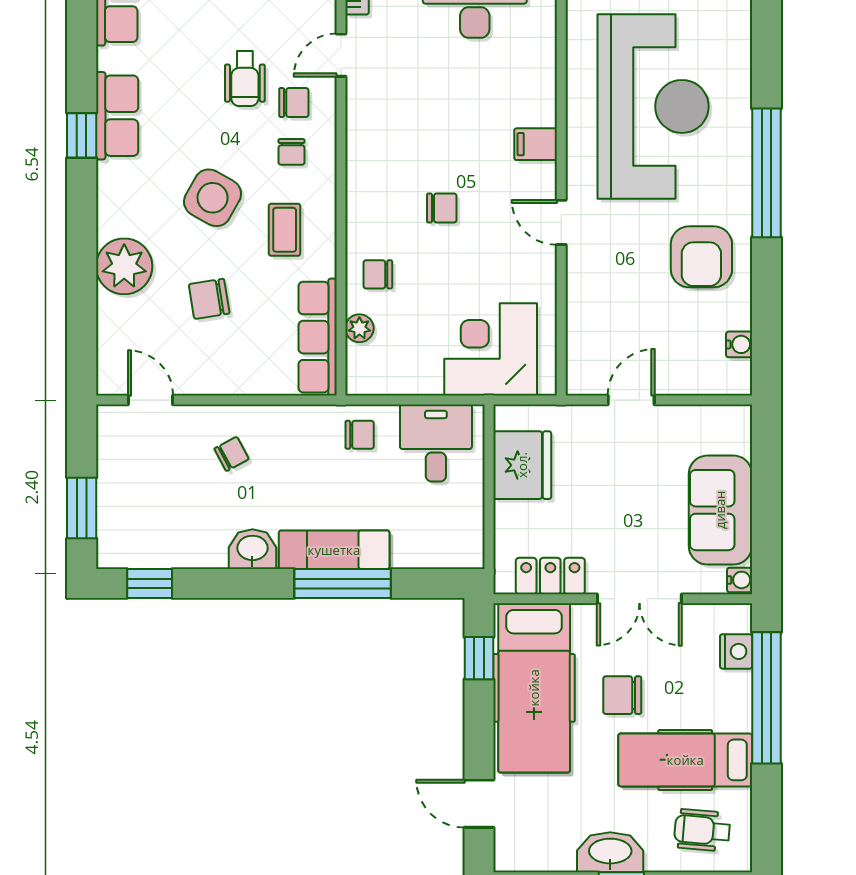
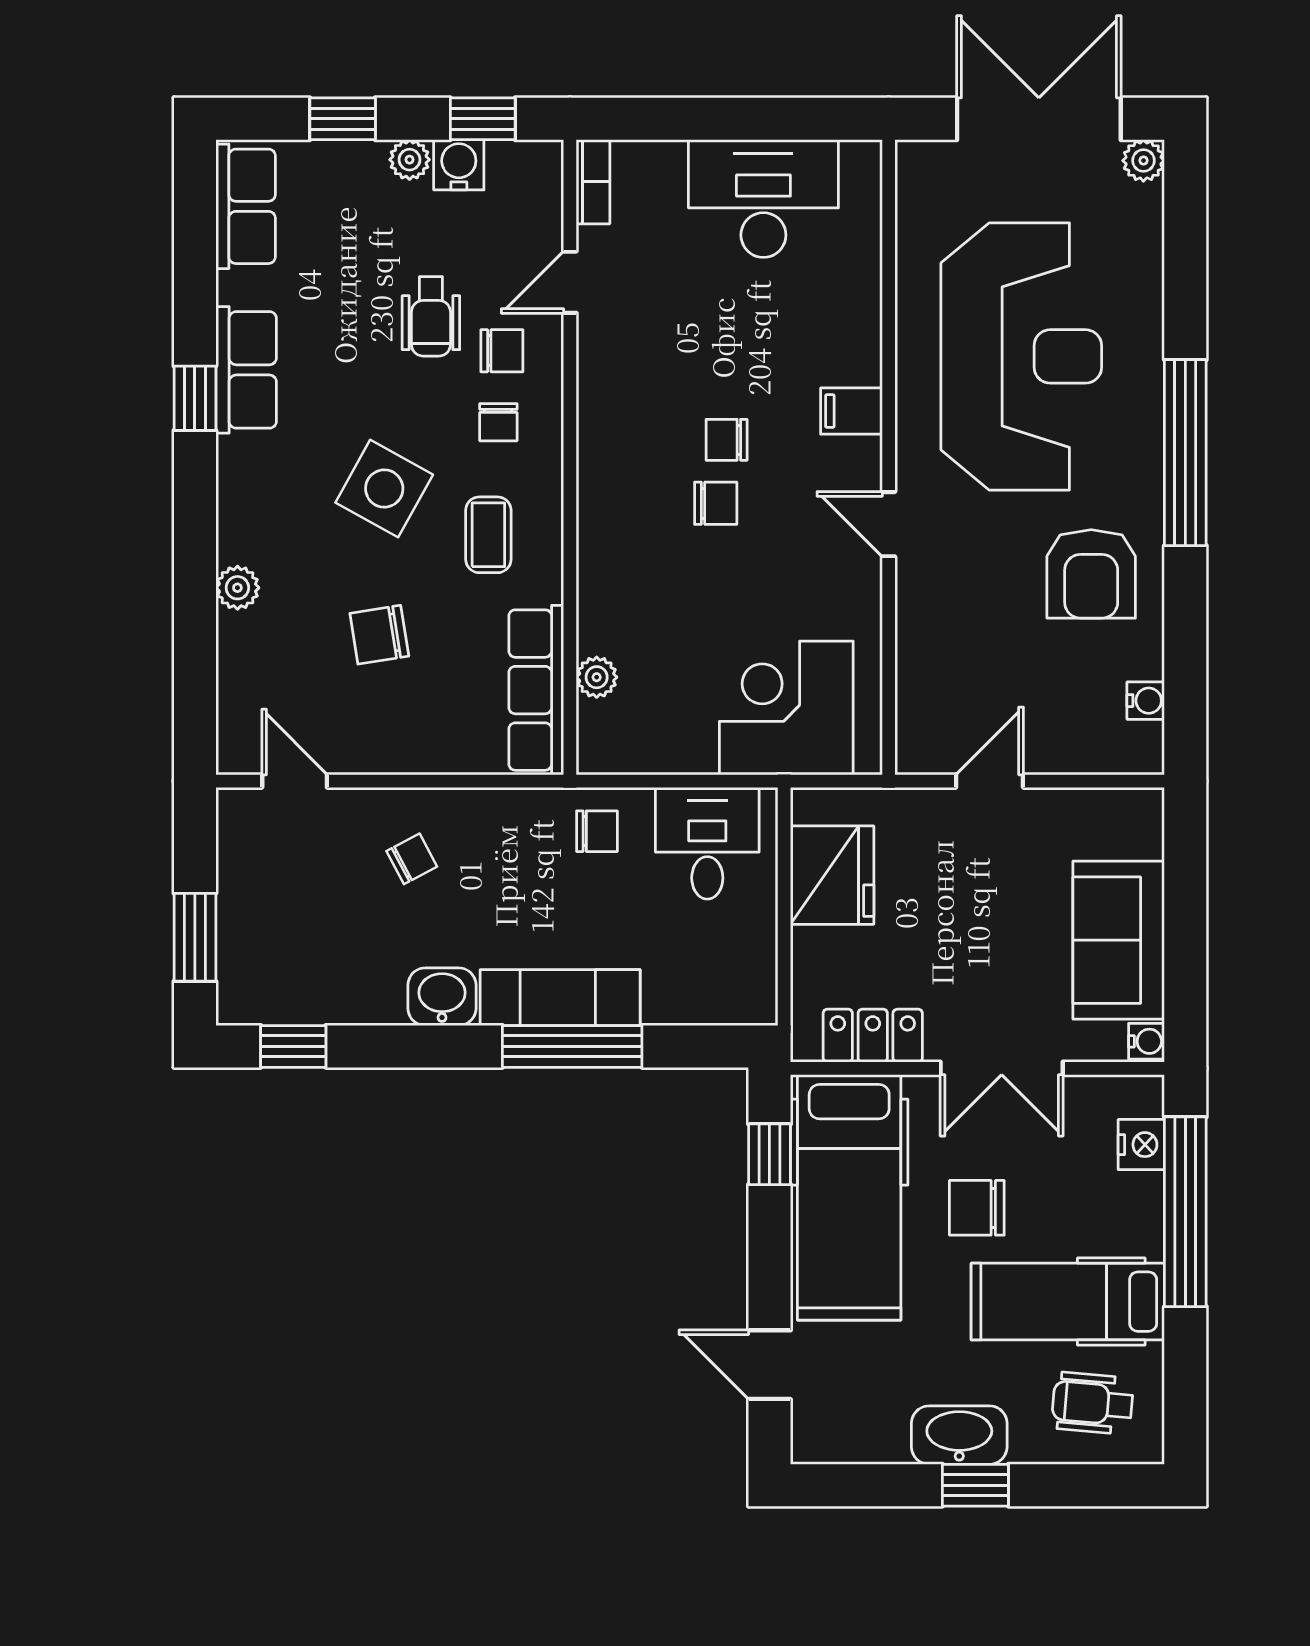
plant: (124, 266) -> (237, 588), width x0.53, depth x0.53
chair: (378, 274) -> (727, 440), moved

